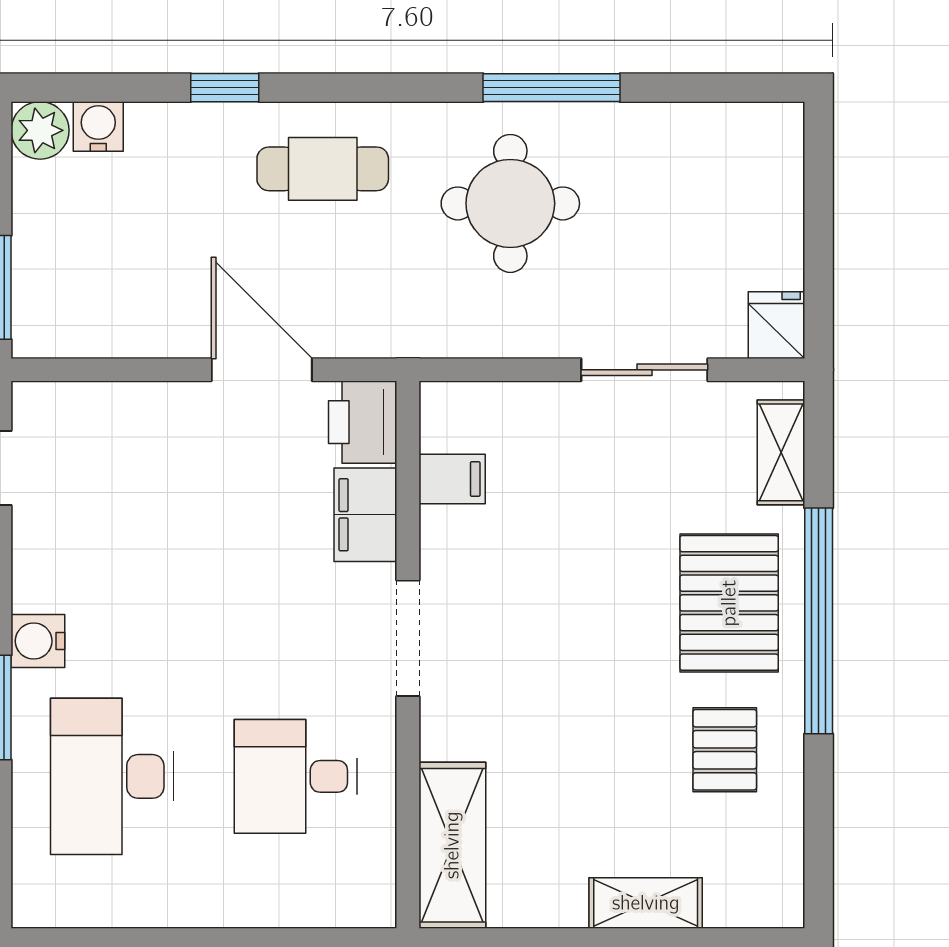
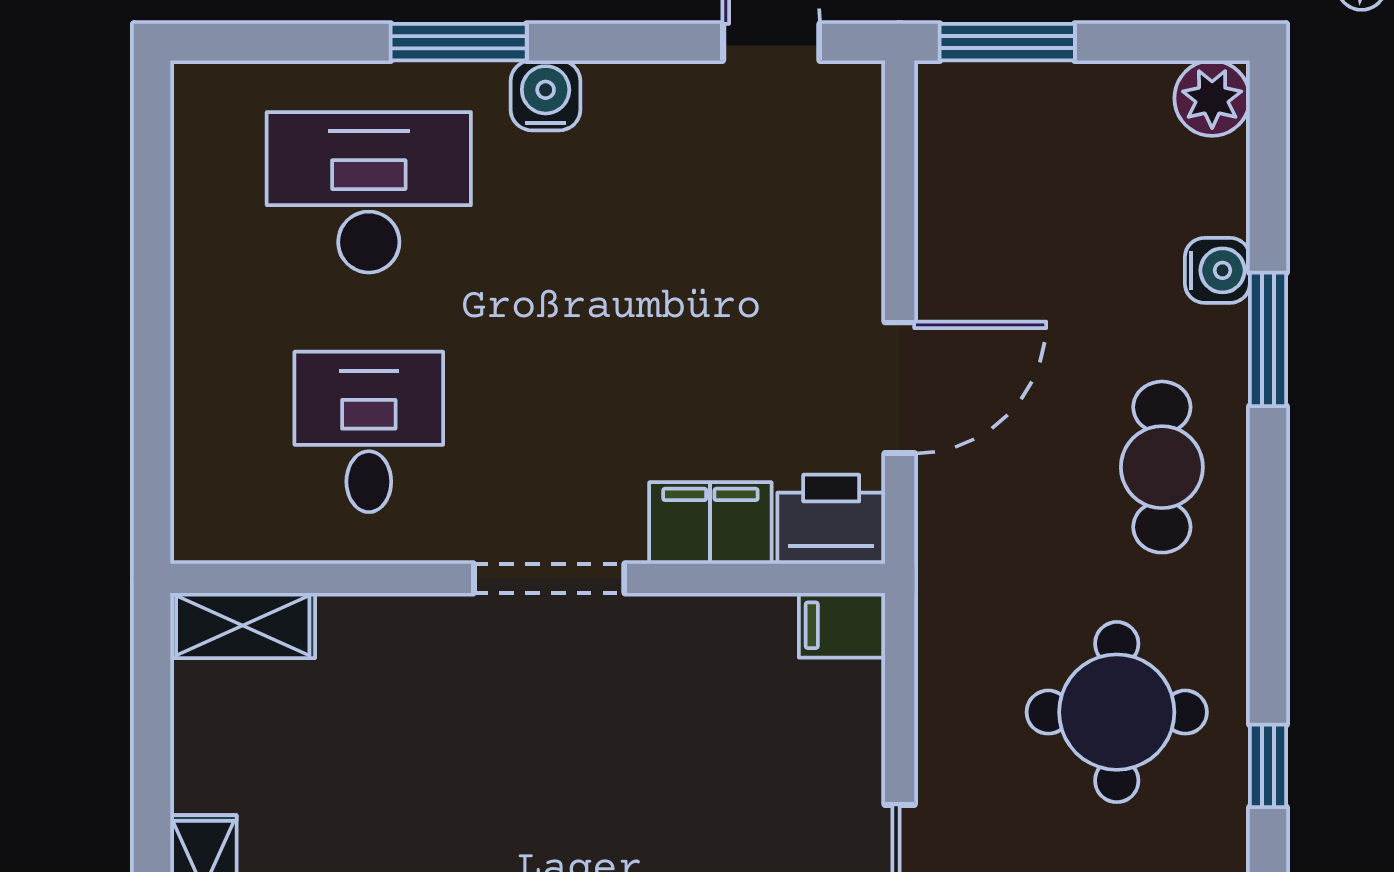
window: (225, 88) -> (1268, 339), width x1.50
window: (551, 88) -> (1268, 766), width x0.46
water cooler: (98, 126) -> (1217, 270), moved
filing cabinet: (452, 479) -> (842, 625), moved, turned 90
shelving: (452, 845) -> (243, 626), width x0.67, depth x0.75

